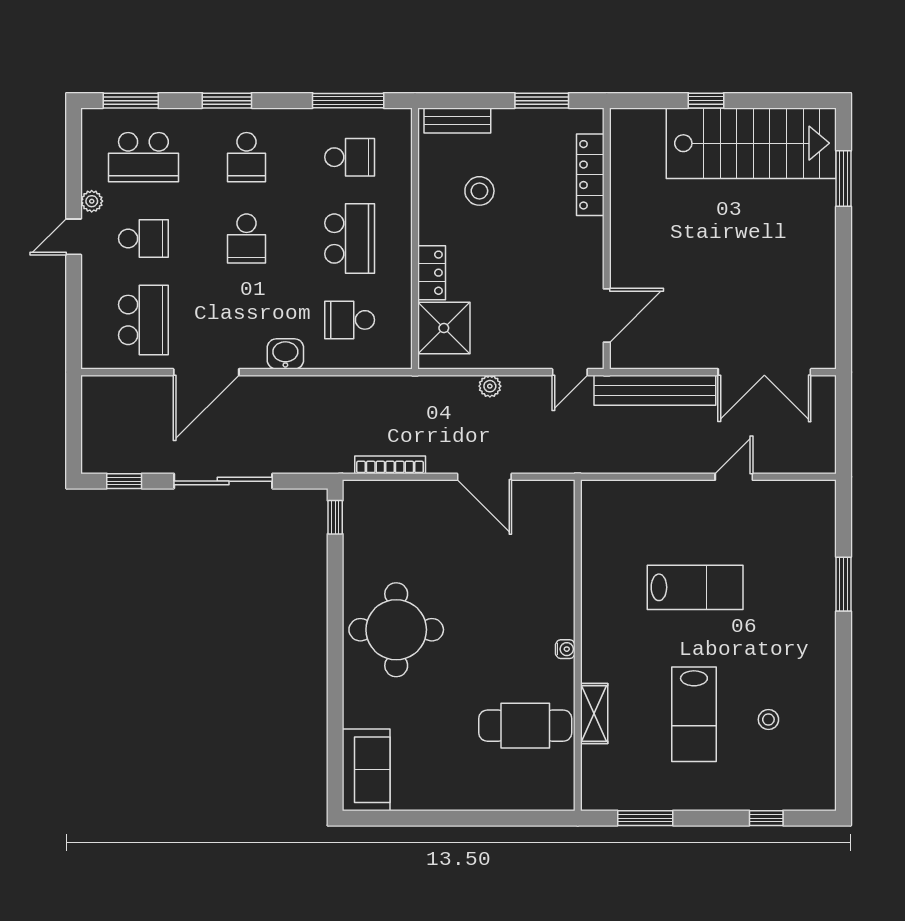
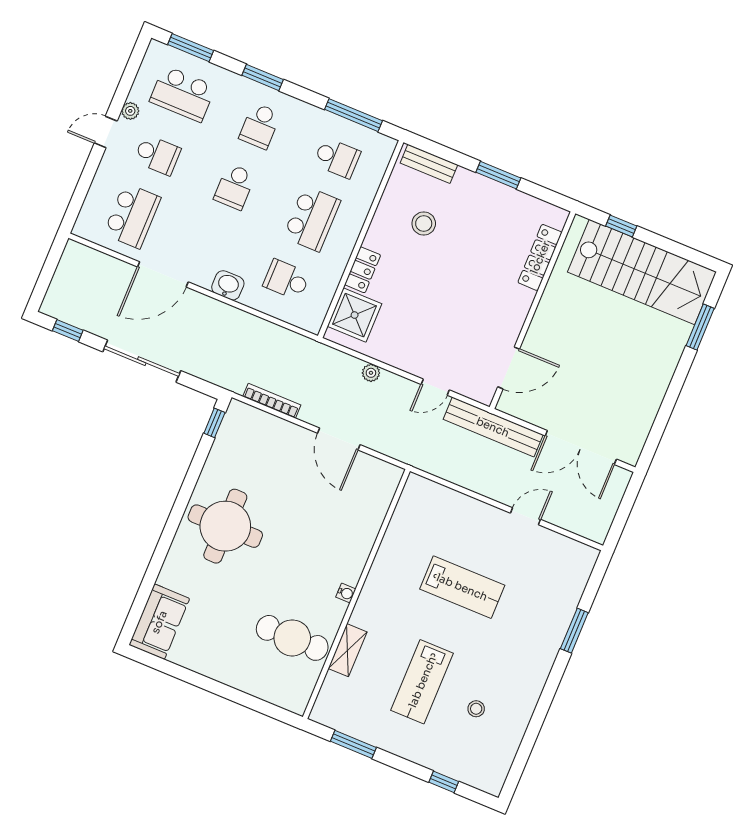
locker: (590, 175) -> (540, 257), moved
wall: (607, 239) -> (533, 310), moved
door: (607, 316) -> (509, 368), moved

